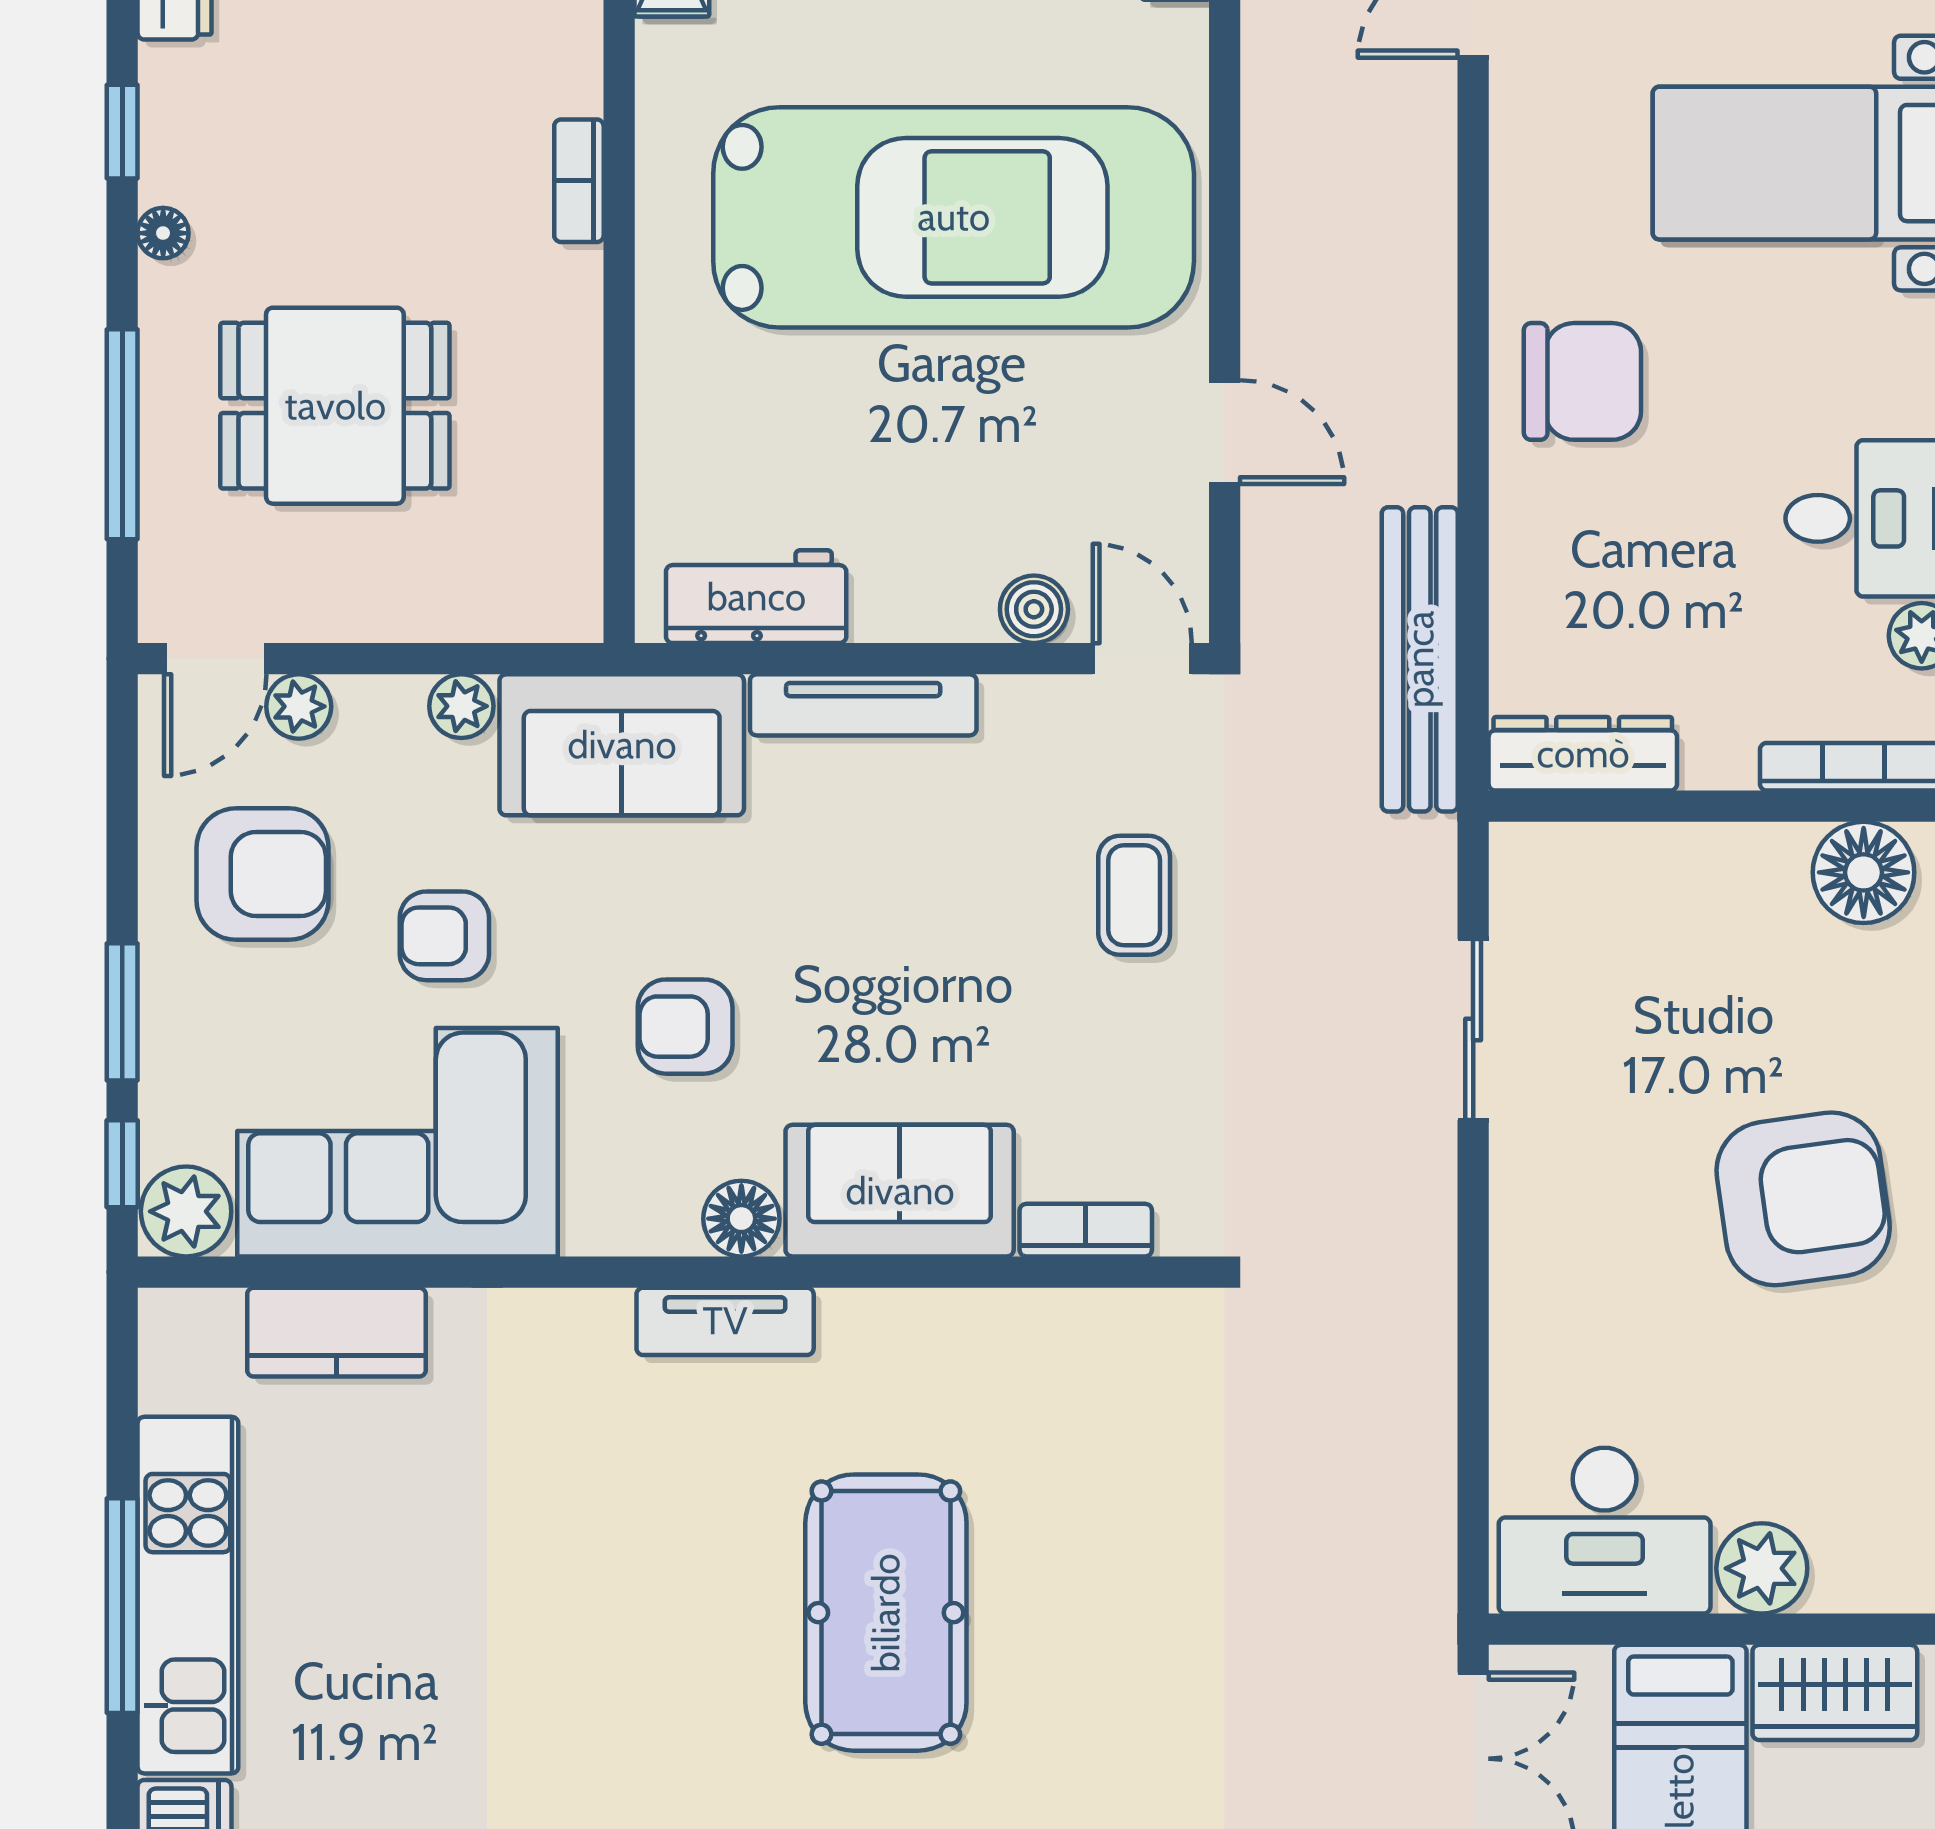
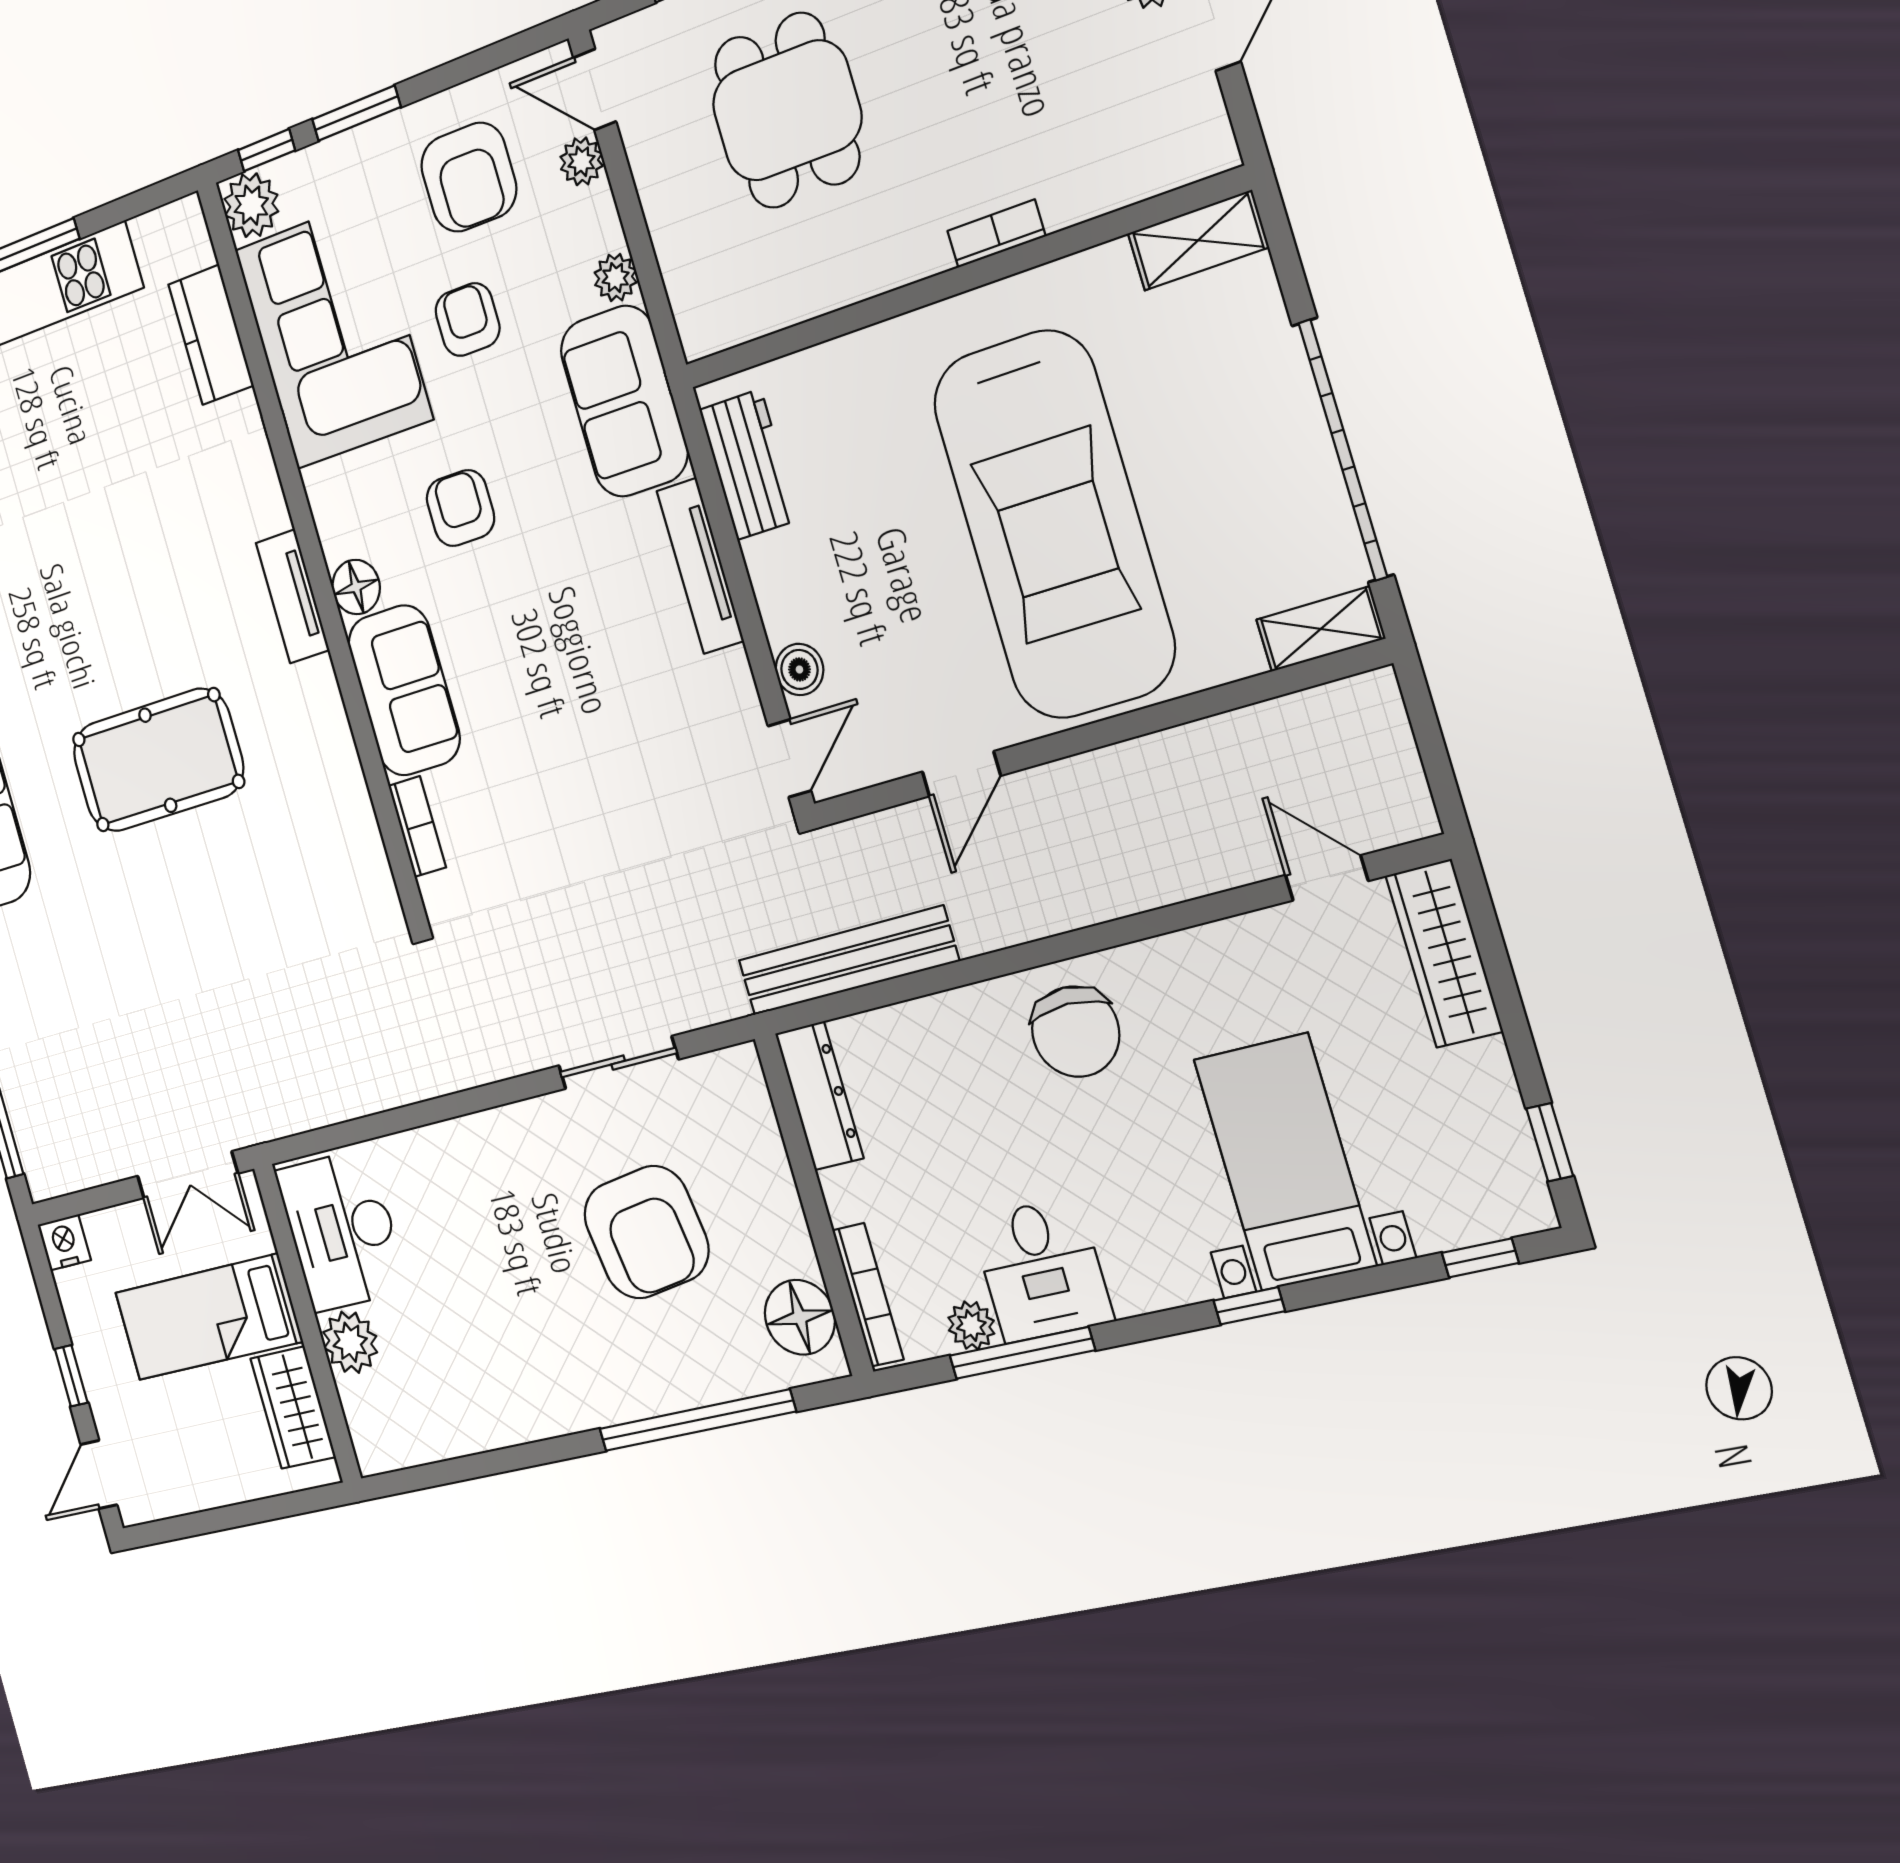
coffee table: (1134, 895) -> (634, 798), removed
armchair: (1803, 1199) -> (646, 1232), moved

